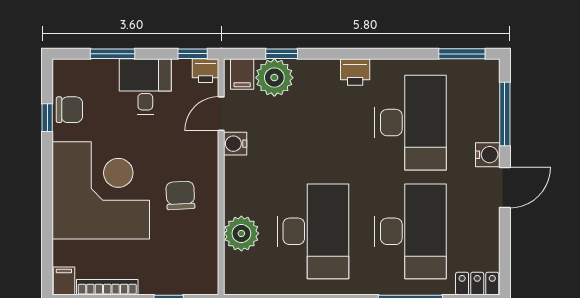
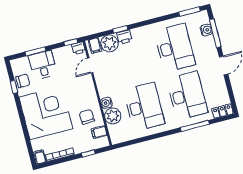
window: (282, 54) -> (120, 29), moved
printer: (355, 72) -> (124, 37), moved
desk: (145, 87) -> (43, 65), moved
water cooler: (235, 144) -> (106, 103), moved
water cooler: (488, 155) -> (206, 30), moved
chair: (180, 195) -> (87, 117), moved
filing cabinet: (203, 261) -> (99, 132), added

